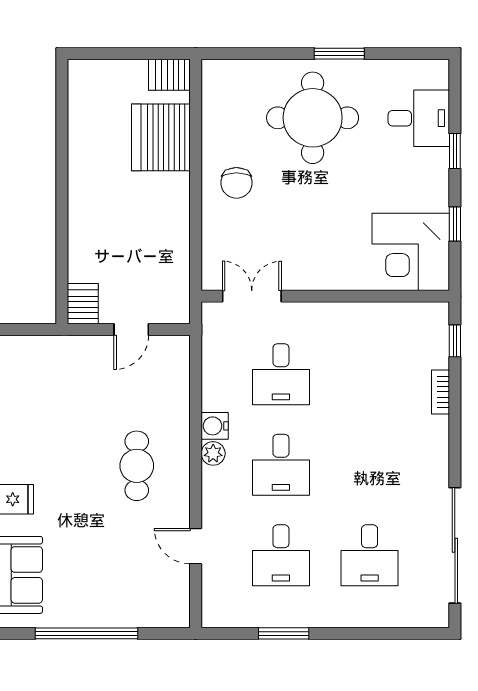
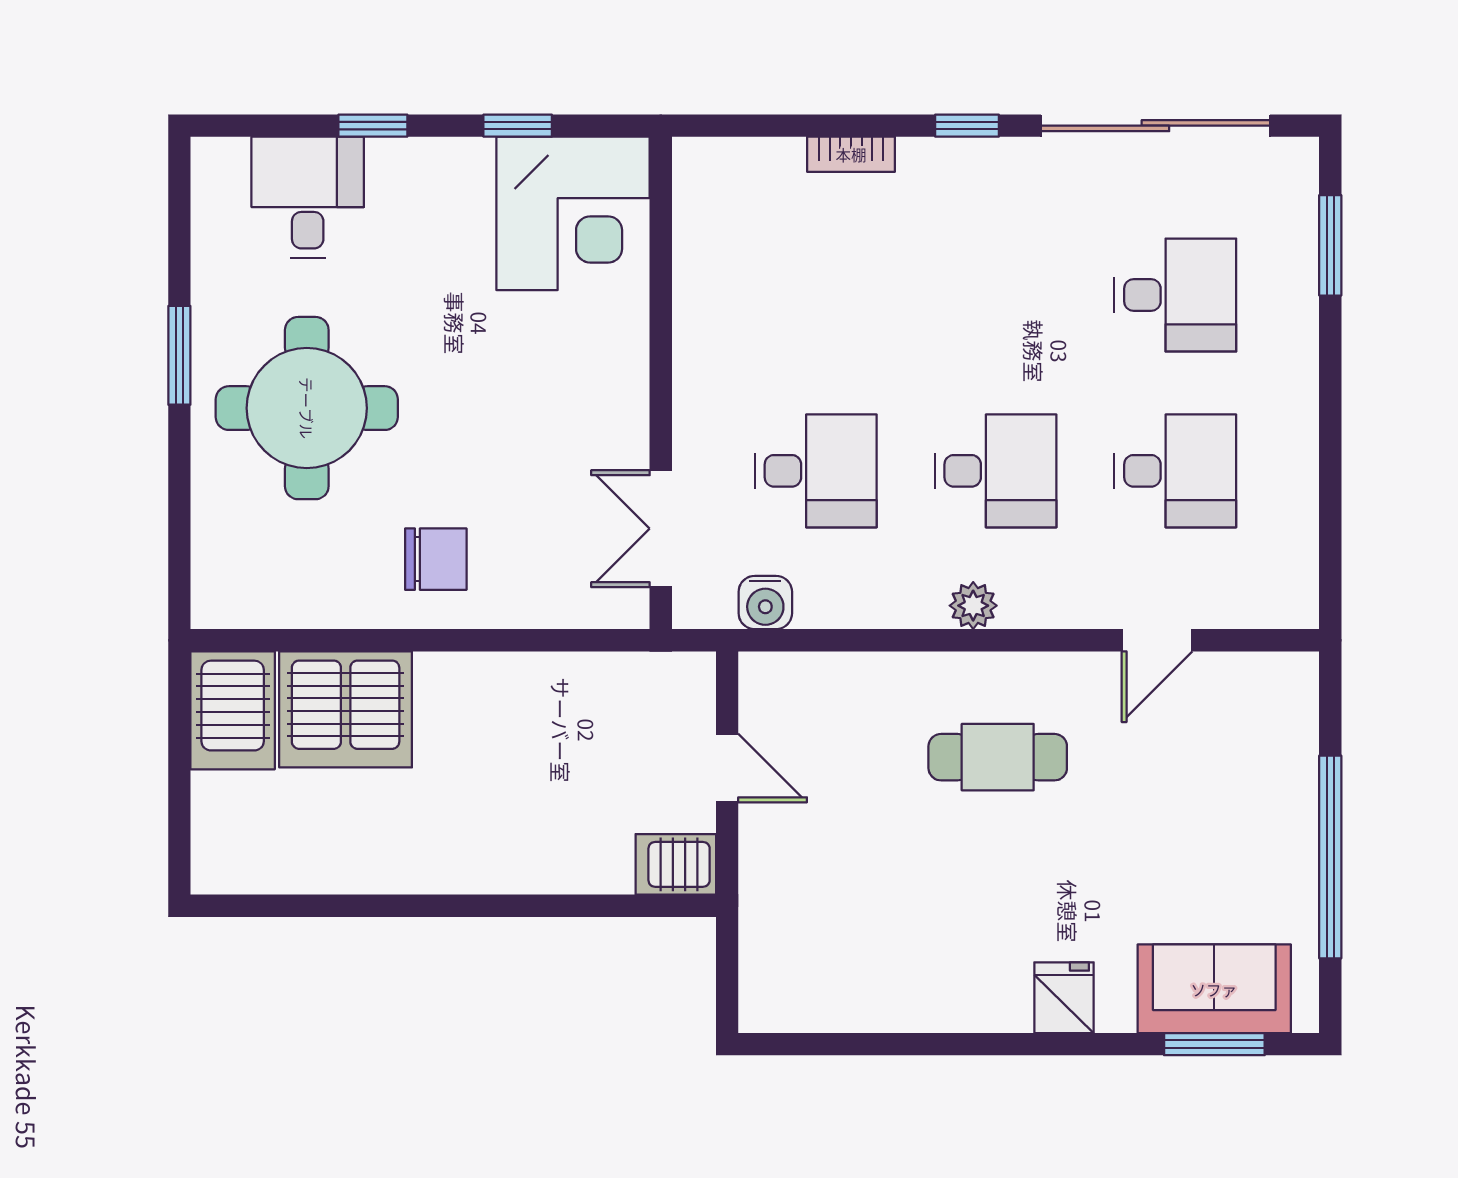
server rack: (169, 75) -> (233, 710), width x1.36, depth x1.44
window: (455, 341) -> (967, 126), moved
water cooler: (215, 426) -> (765, 602), moved
window: (284, 633) -> (1330, 245), moved

